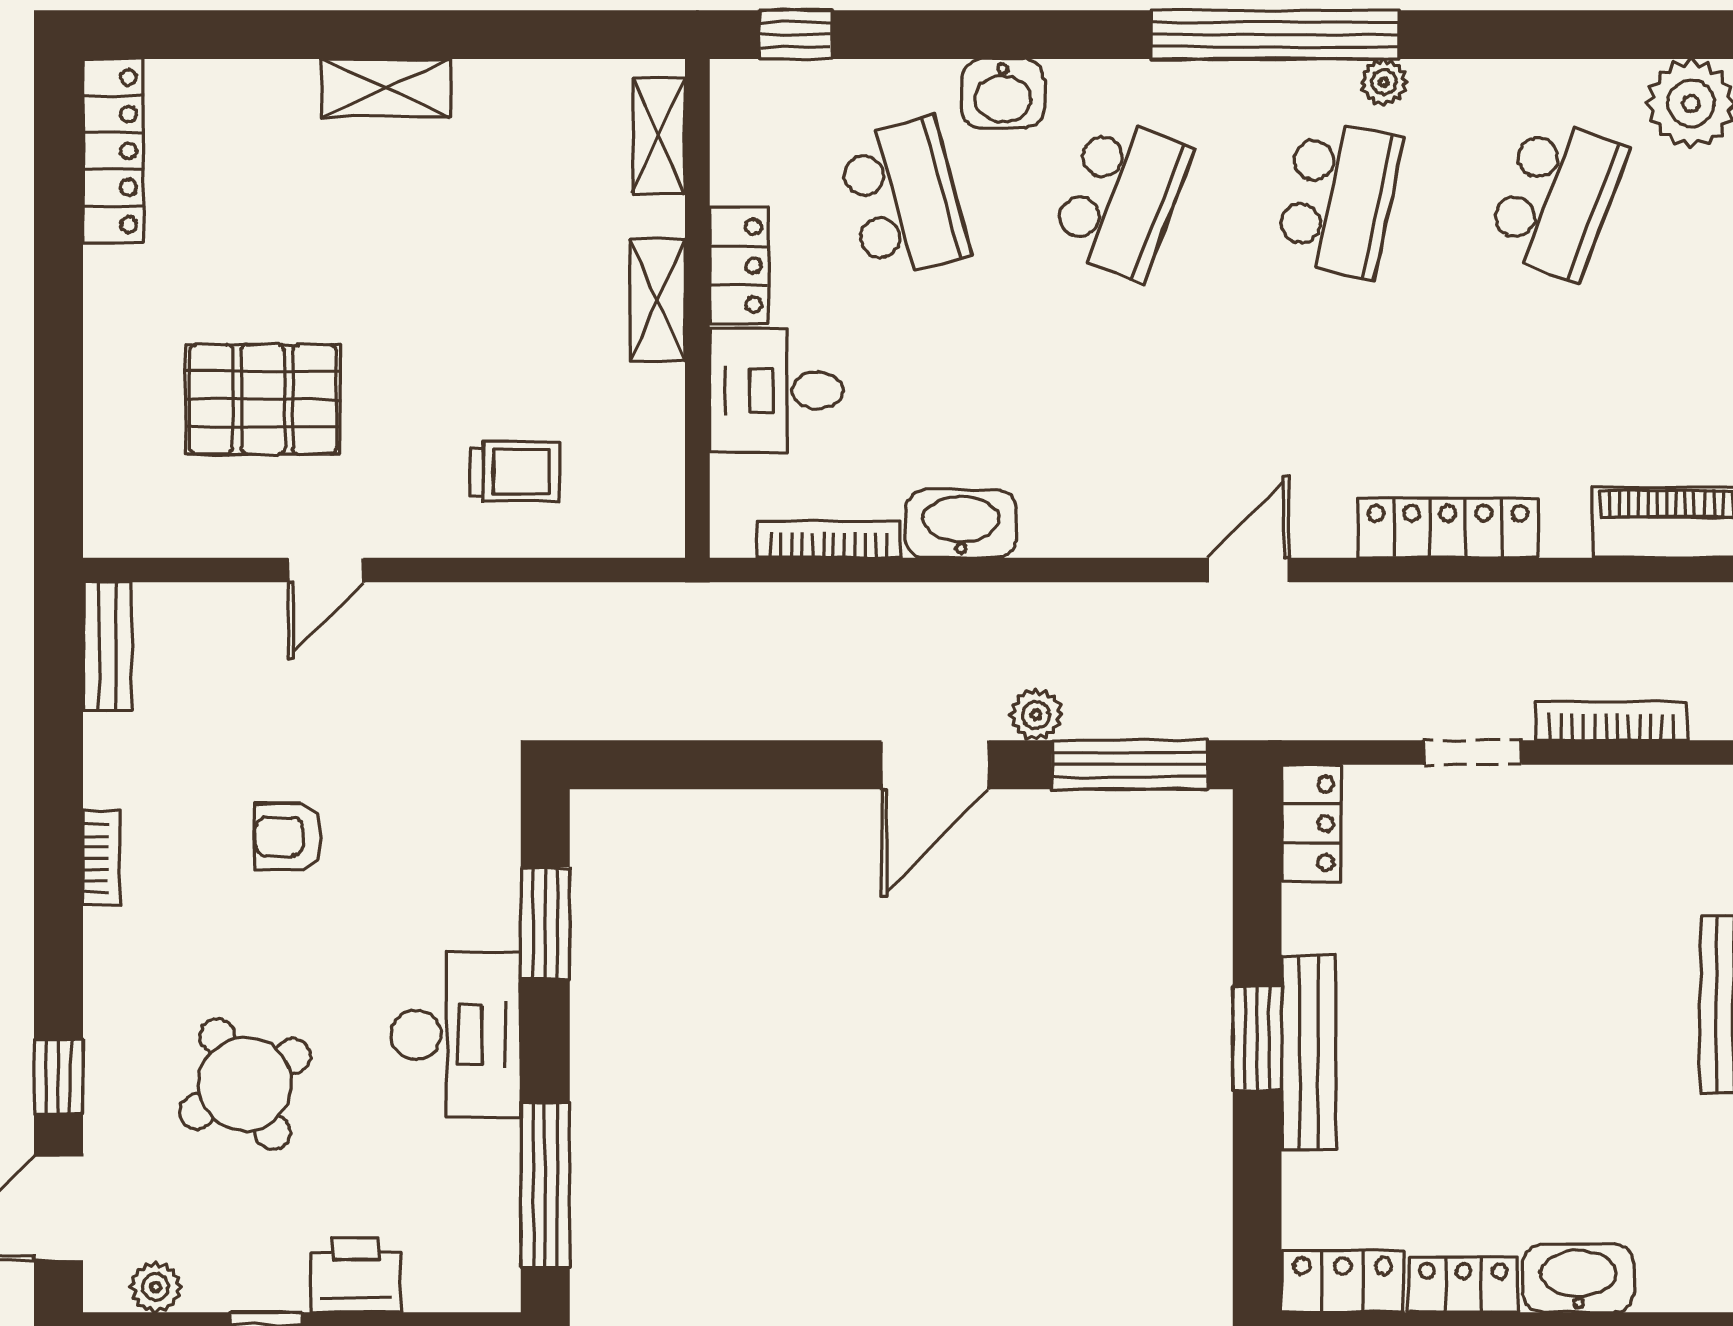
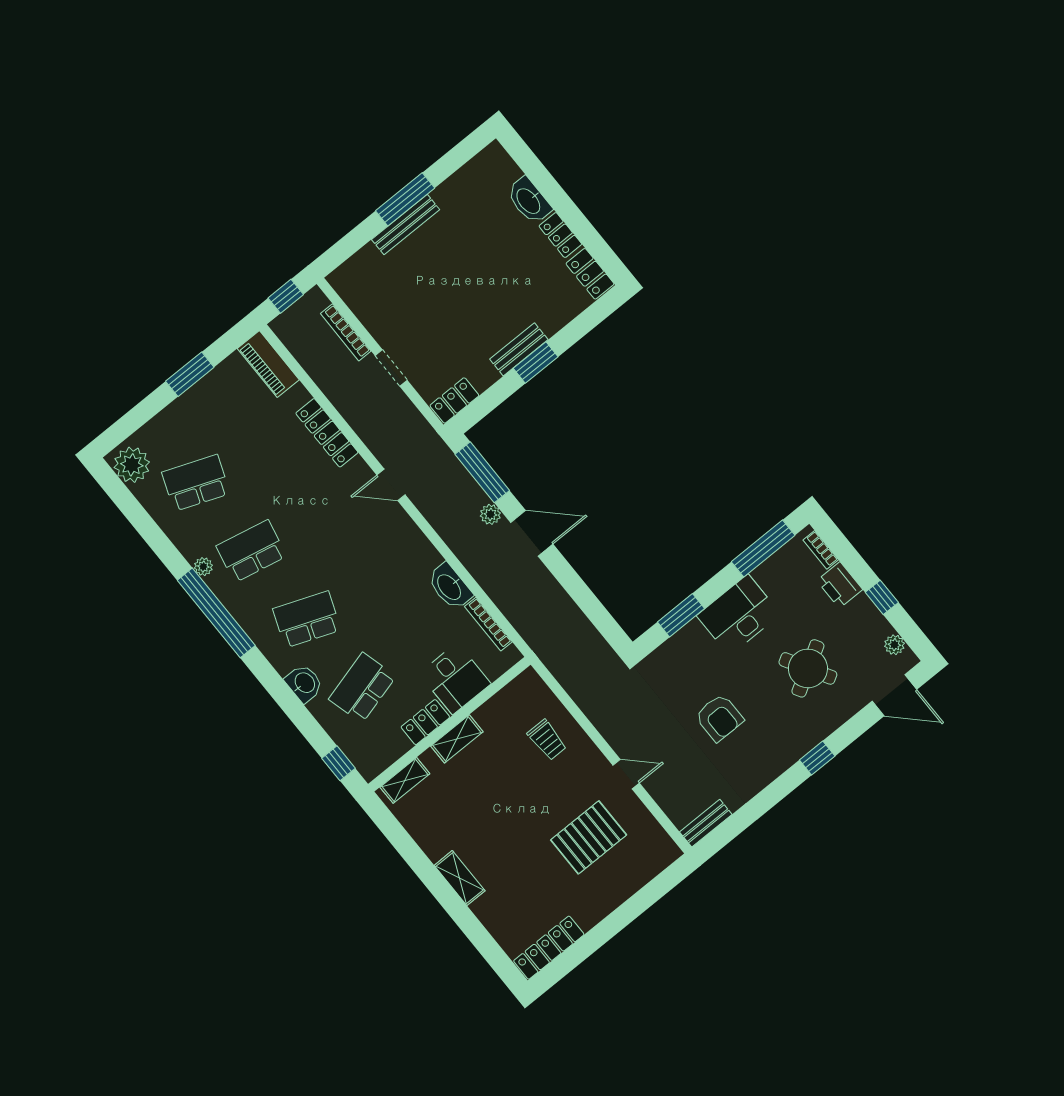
pallet: (263, 399) -> (589, 837), turned 90
trolley: (515, 472) -> (547, 740), turned 180
armchair: (289, 837) -> (719, 718), width x1.38, depth x1.38
bookcase: (102, 858) -> (821, 550), moved, turned -90
bench: (1309, 1053) -> (519, 349), width x0.73
window: (59, 1077) -> (817, 758), moved

